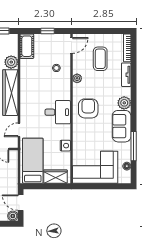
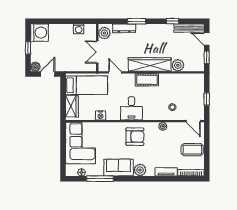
cot: (27, 46) -> (147, 80), moved
coffee table: (100, 59) -> (192, 150), moved

